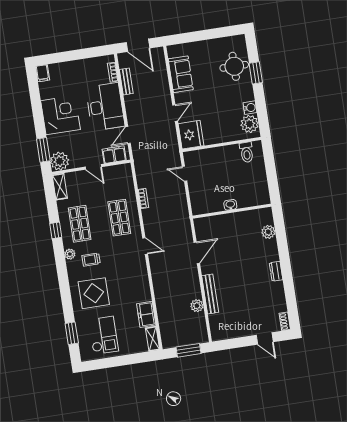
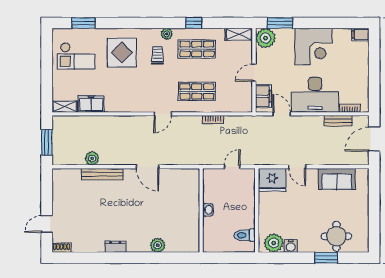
washbasin: (230, 205) -> (208, 210), moved
wall: (232, 211) -> (201, 210), moved

